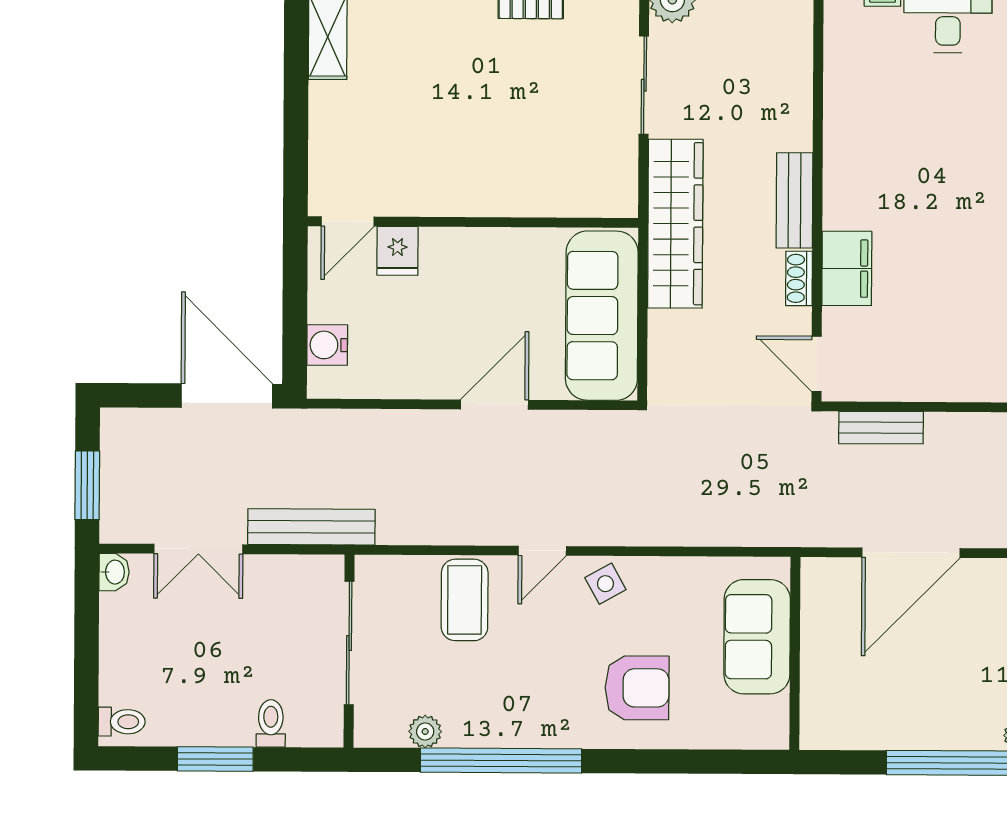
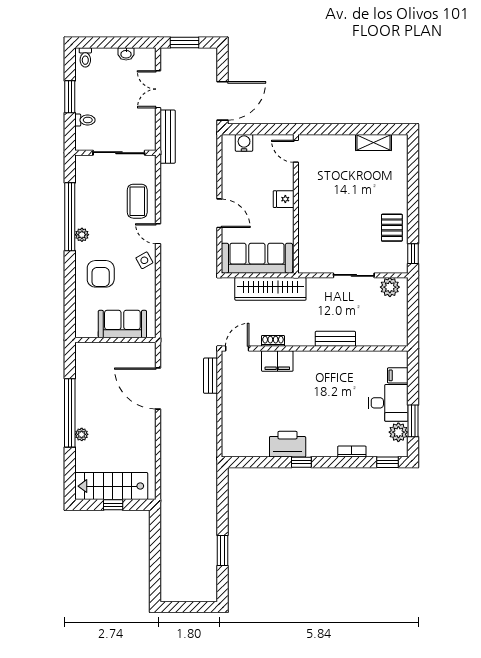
bench: (794, 200) -> (335, 339), moved
wardrobe: (675, 224) -> (270, 289), moved
fridge: (397, 251) -> (284, 199), moved
washbasin: (114, 572) -> (126, 54), moved
coffee table: (465, 600) -> (137, 201), turned 90
plant: (425, 731) -> (82, 235), moved

